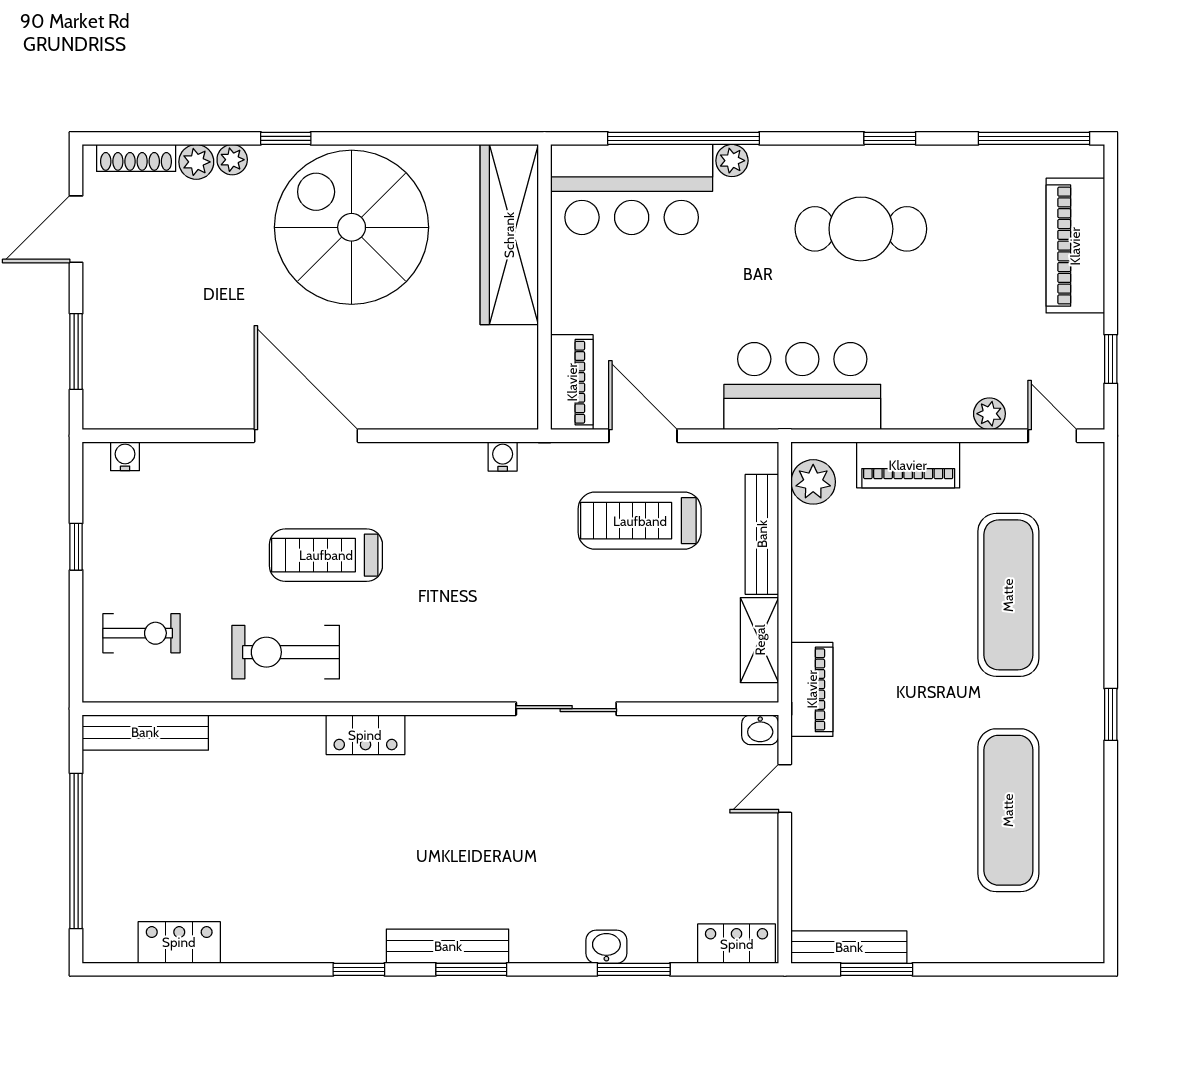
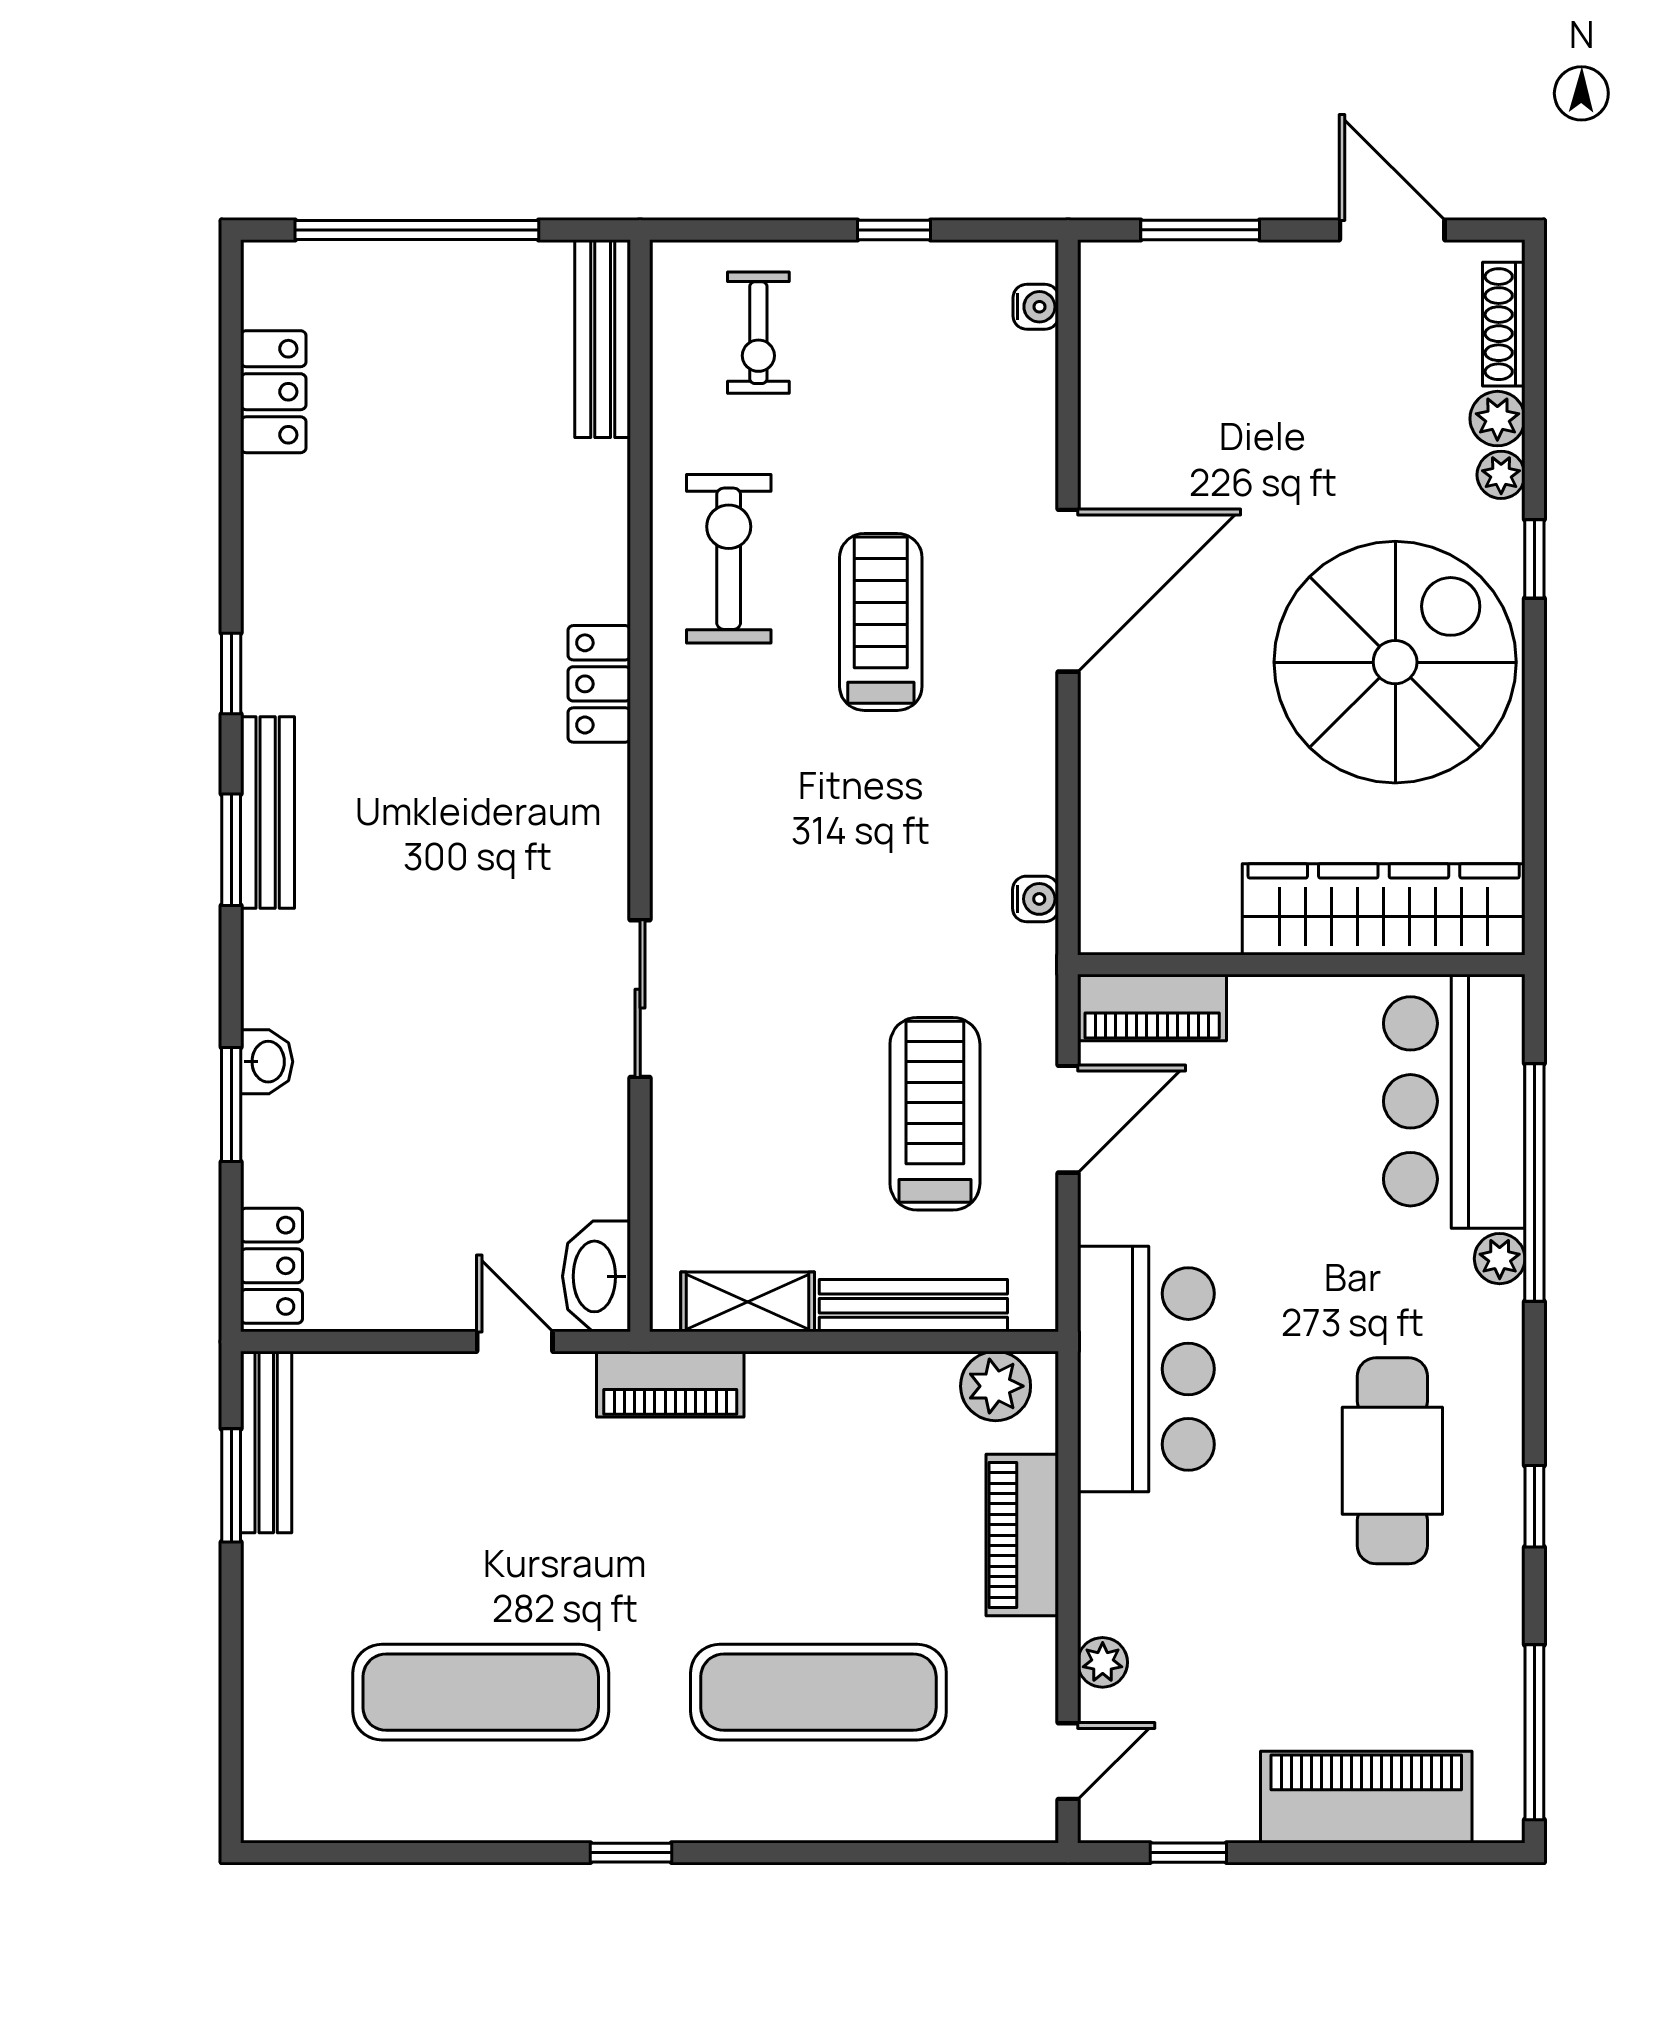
washbasin: (760, 730) -> (596, 1276), width x1.91, depth x1.45

